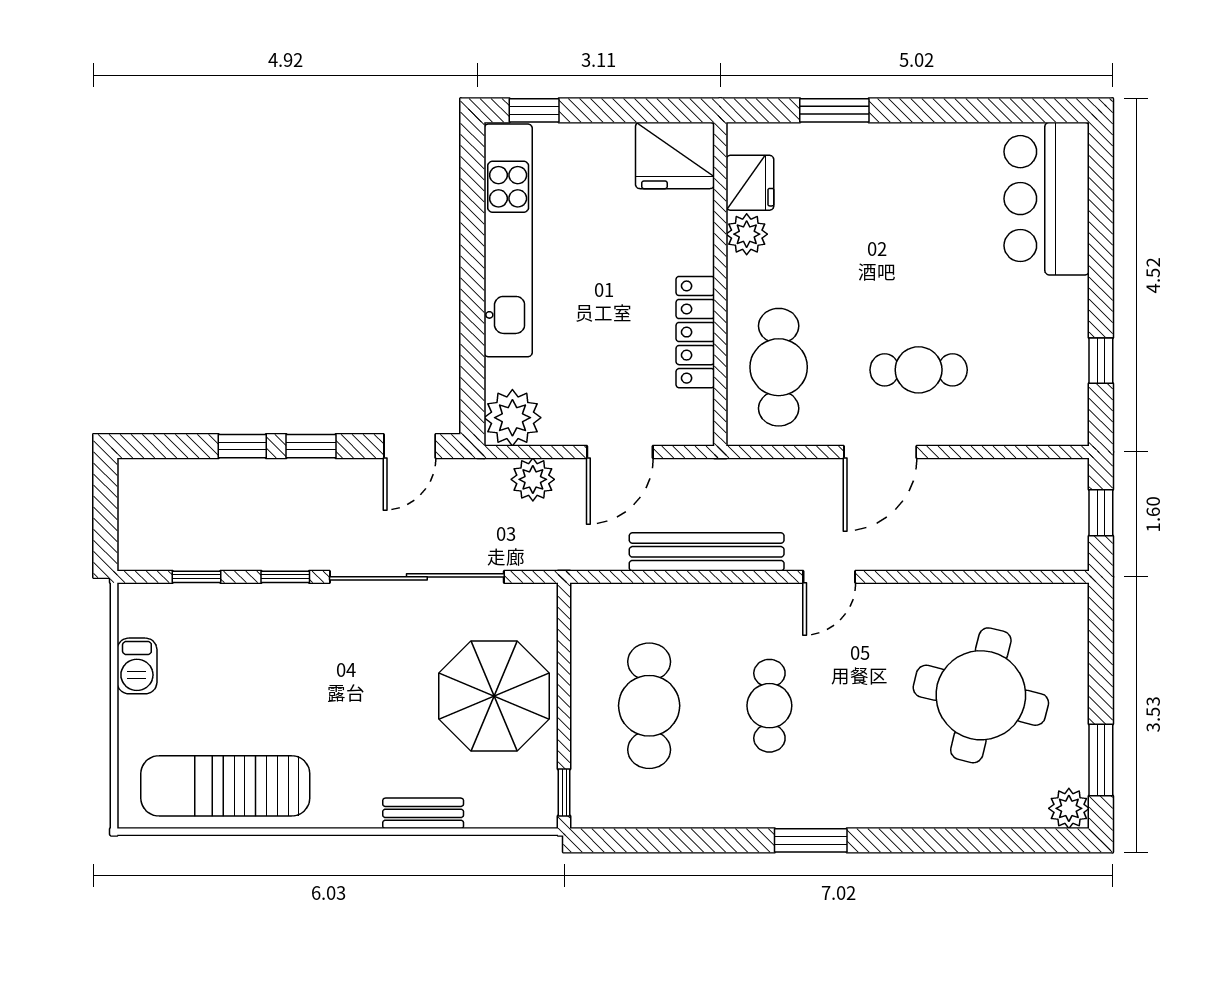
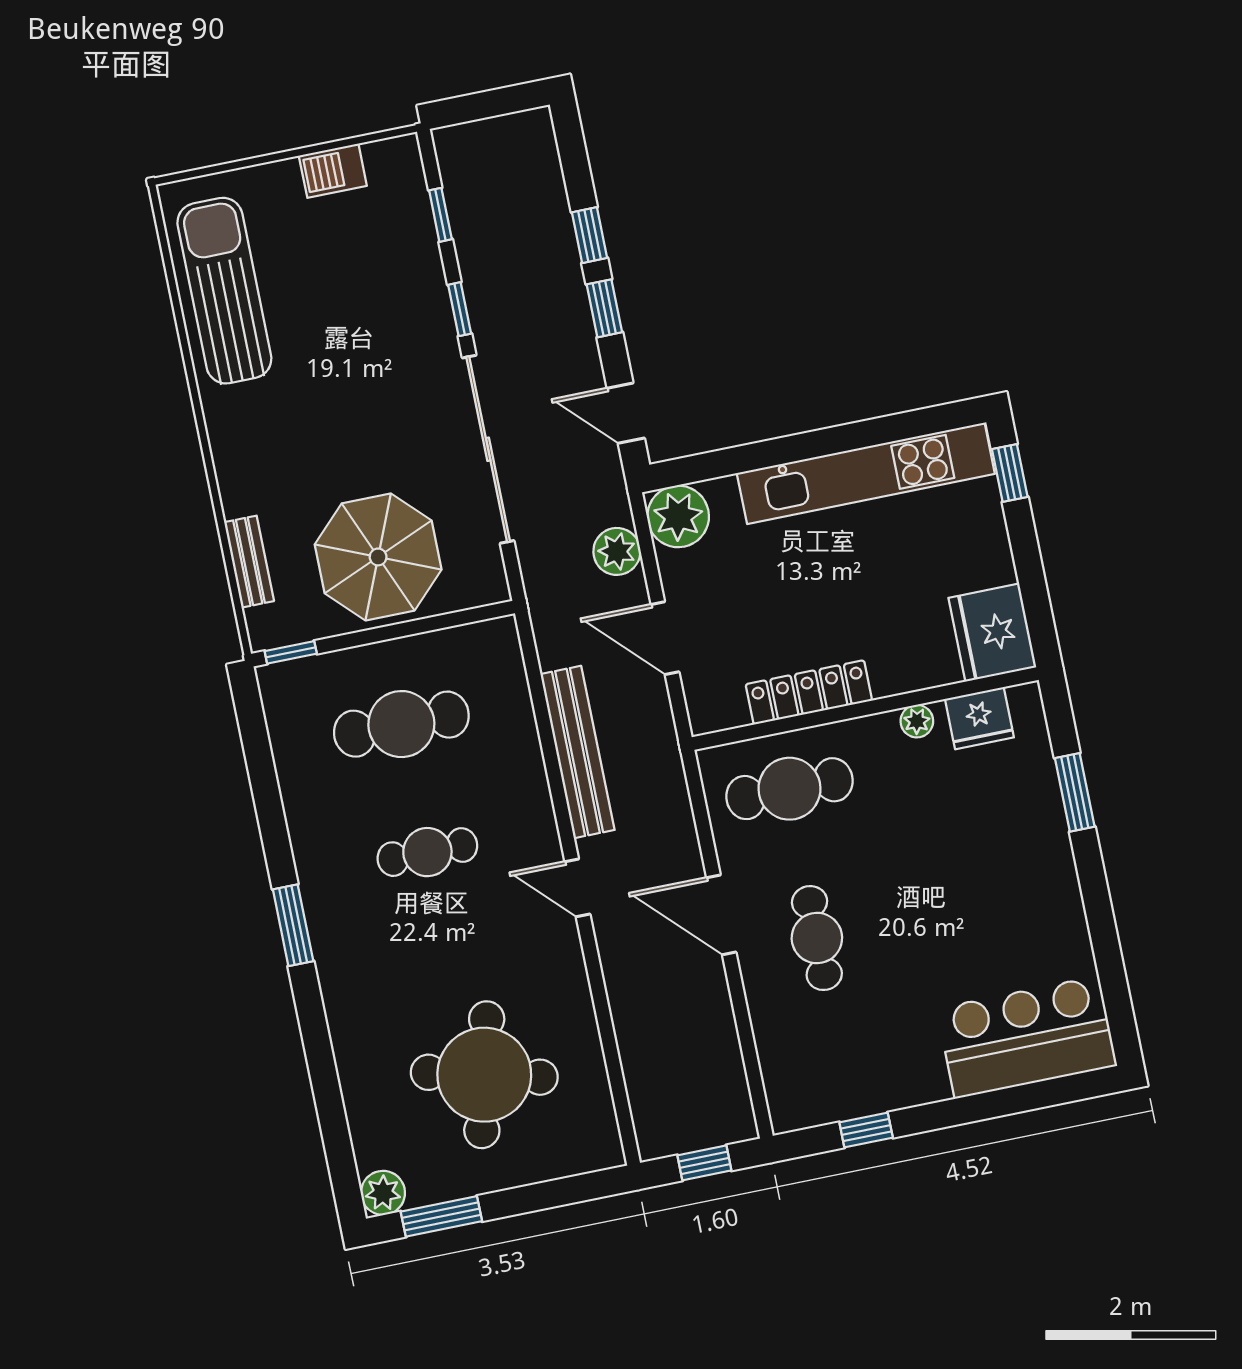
plant: (747, 234) -> (917, 721), width x0.73, depth x0.73
bench: (423, 813) -> (249, 562), moved

